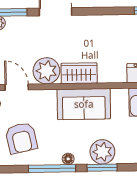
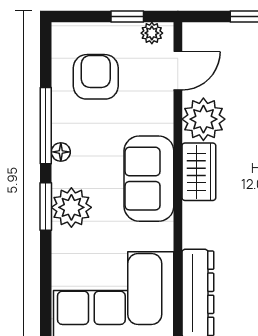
armchair: (21, 138) -> (96, 77), turned 102

